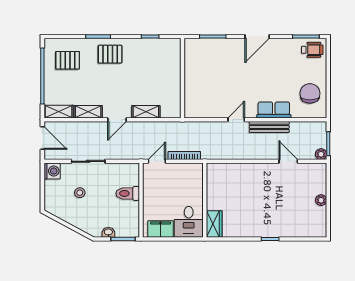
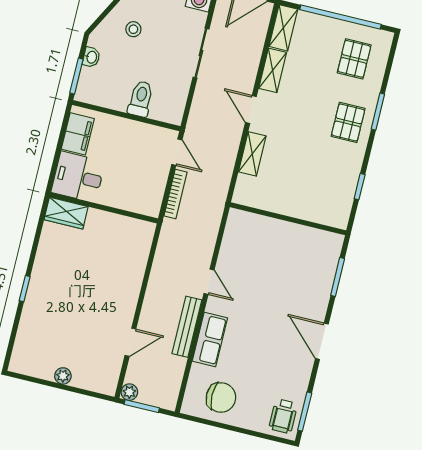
stool: (80, 193) -> (133, 29), moved

